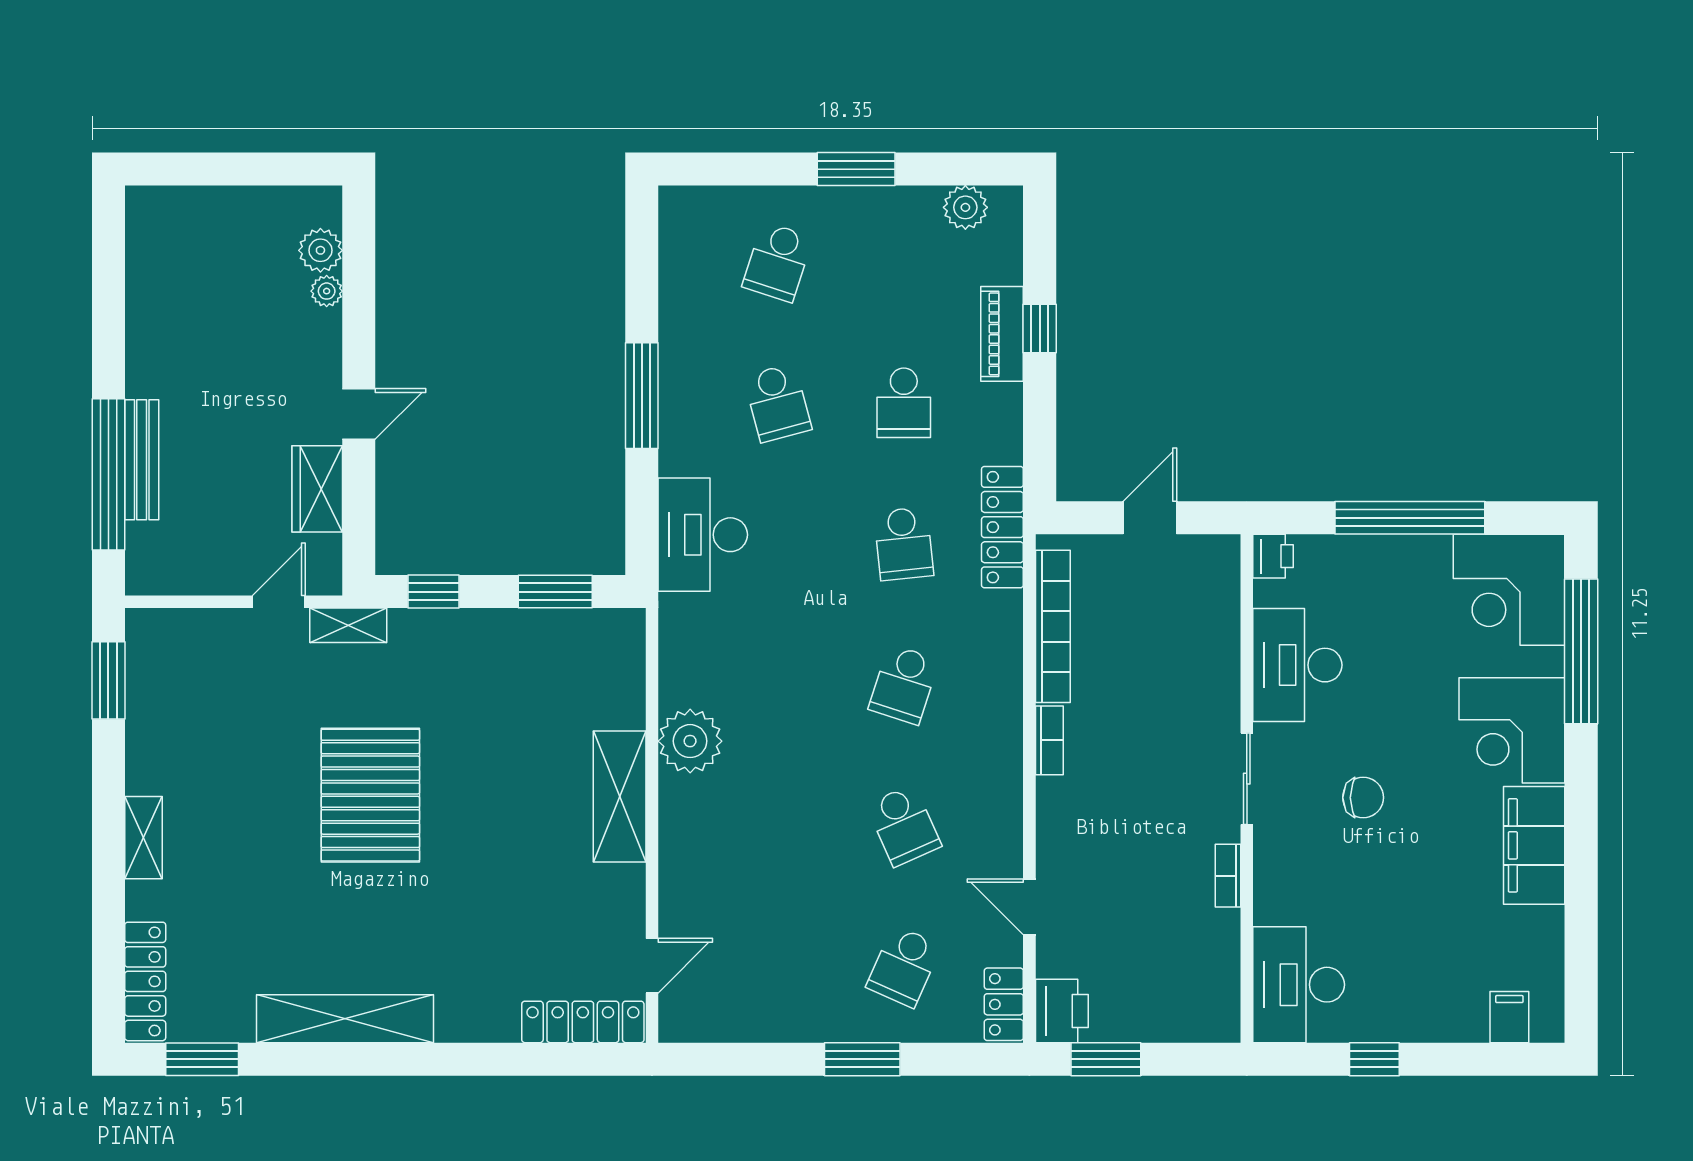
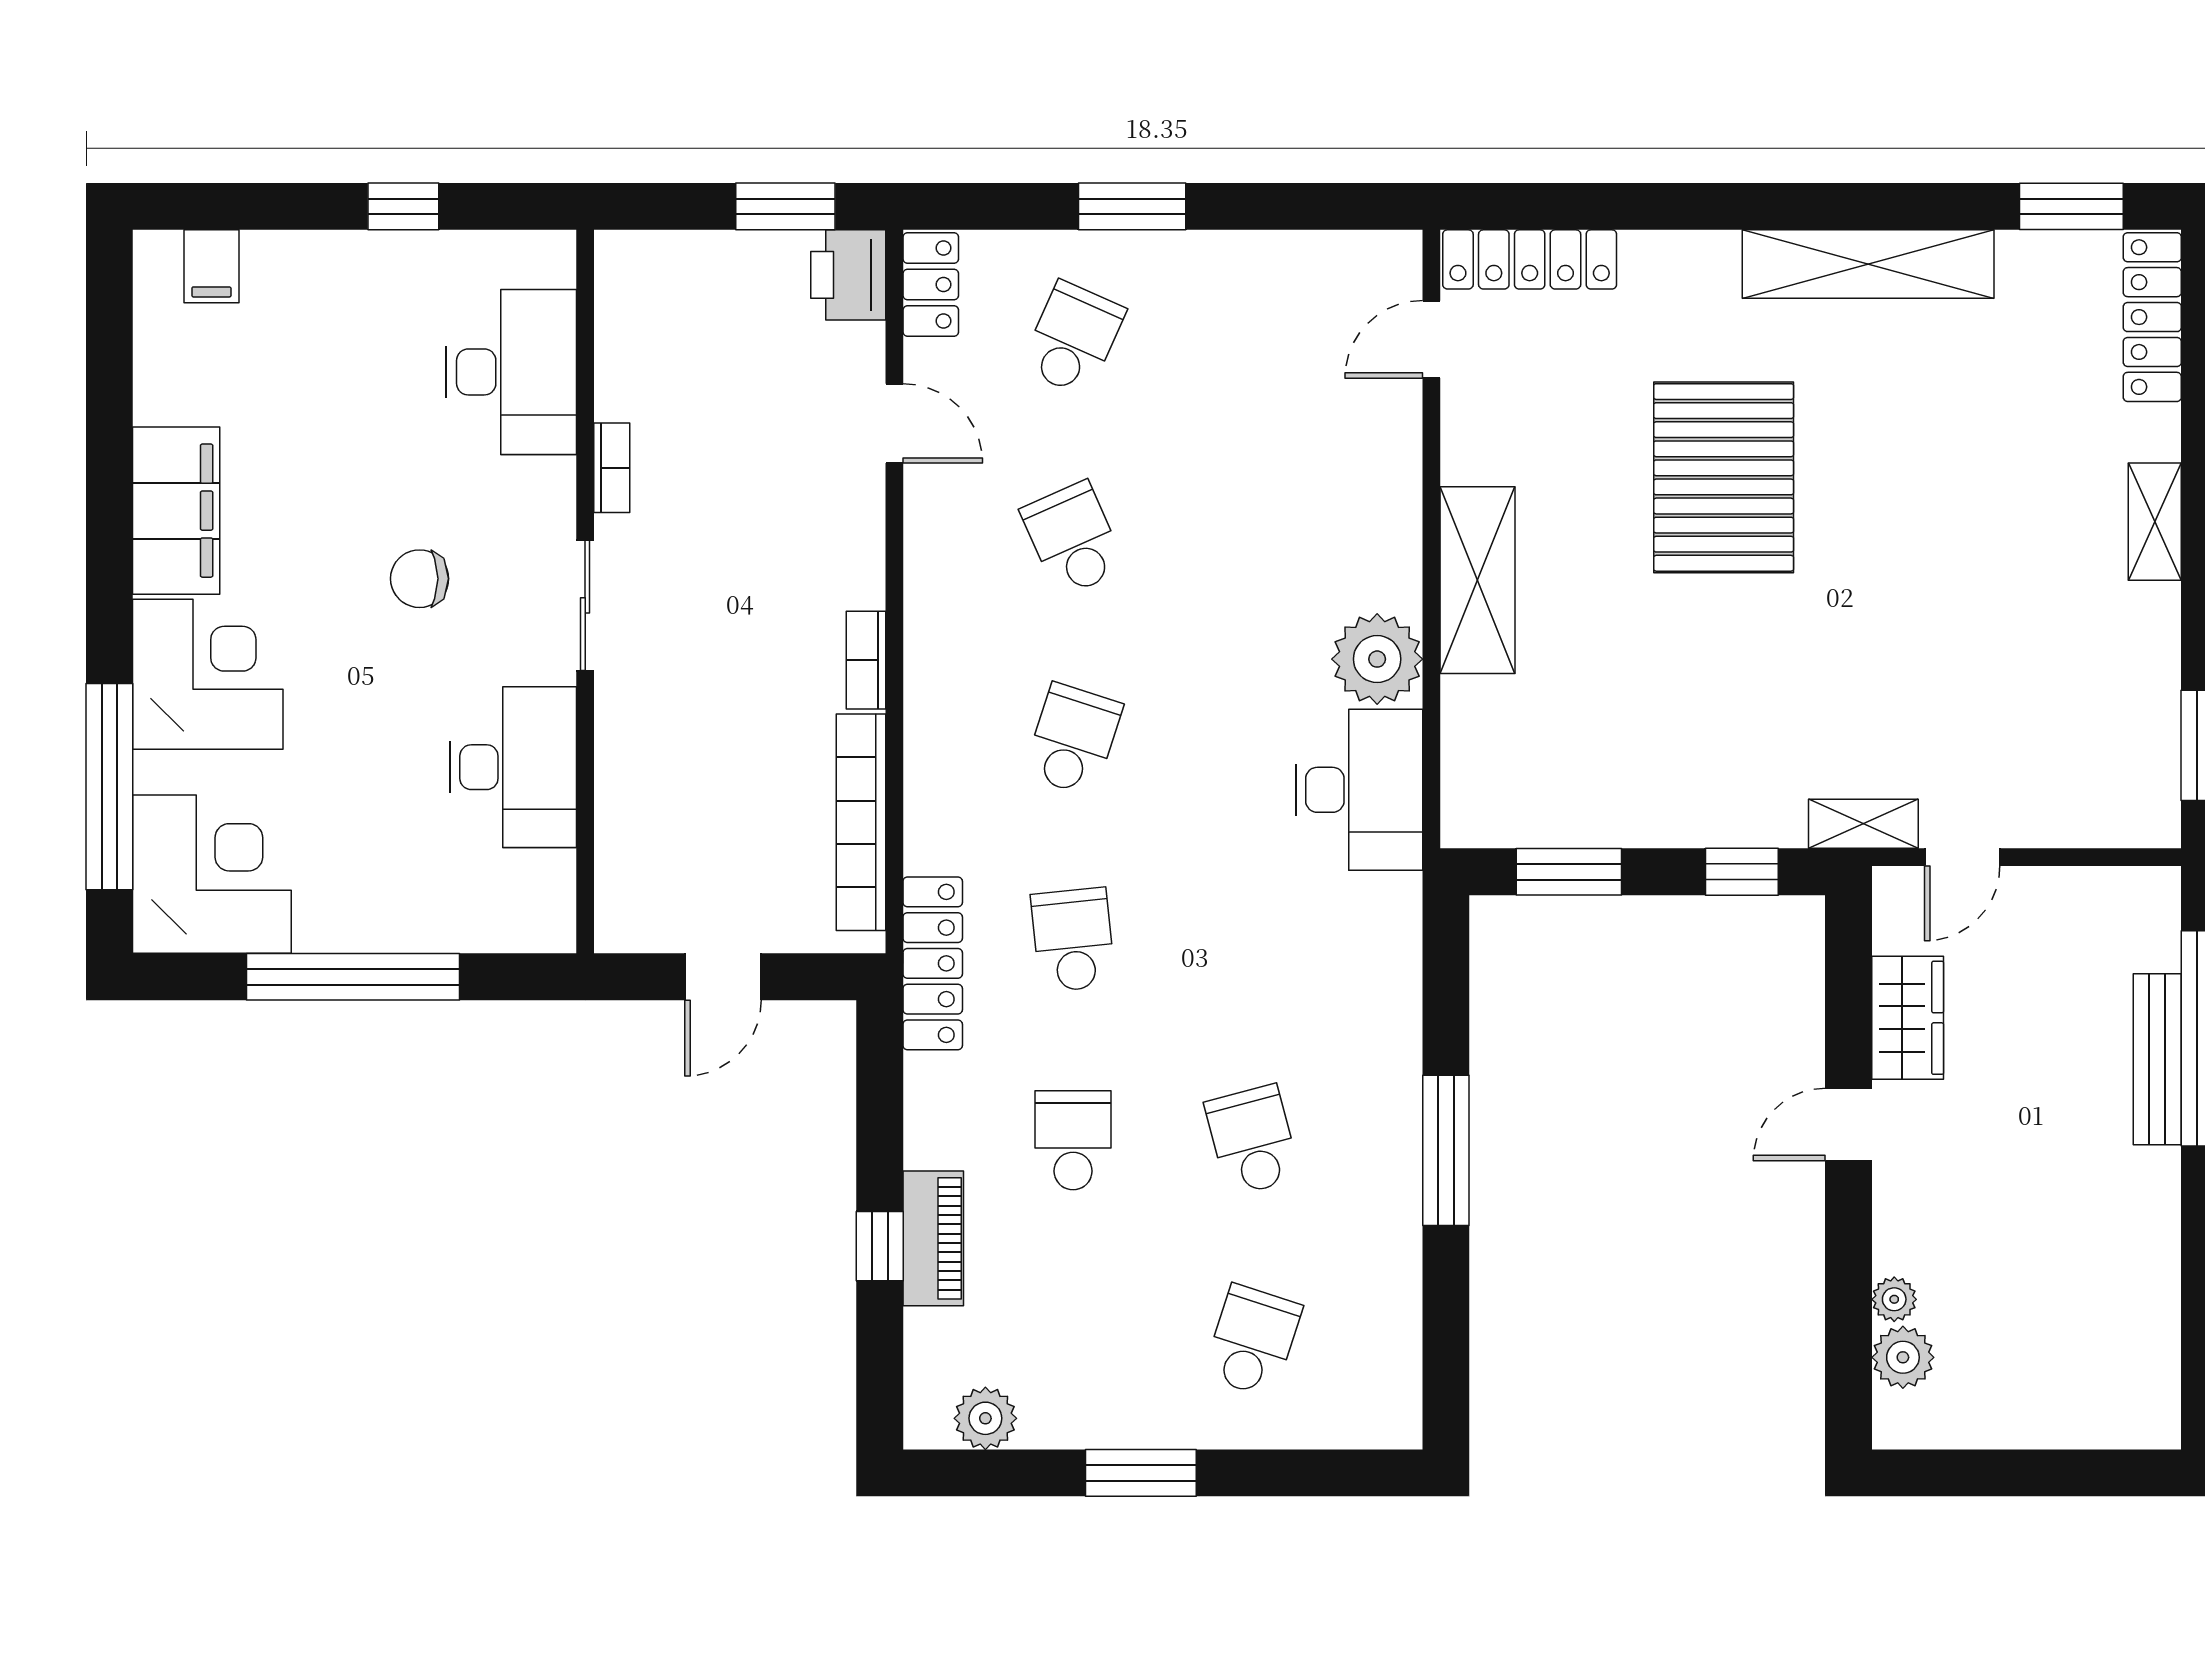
desk: (703, 535) -> (1359, 790), moved
printer: (1273, 556) -> (548, 922), removed
pallet: (370, 795) -> (1724, 477), moved
desk: (1299, 985) -> (511, 372), moved

